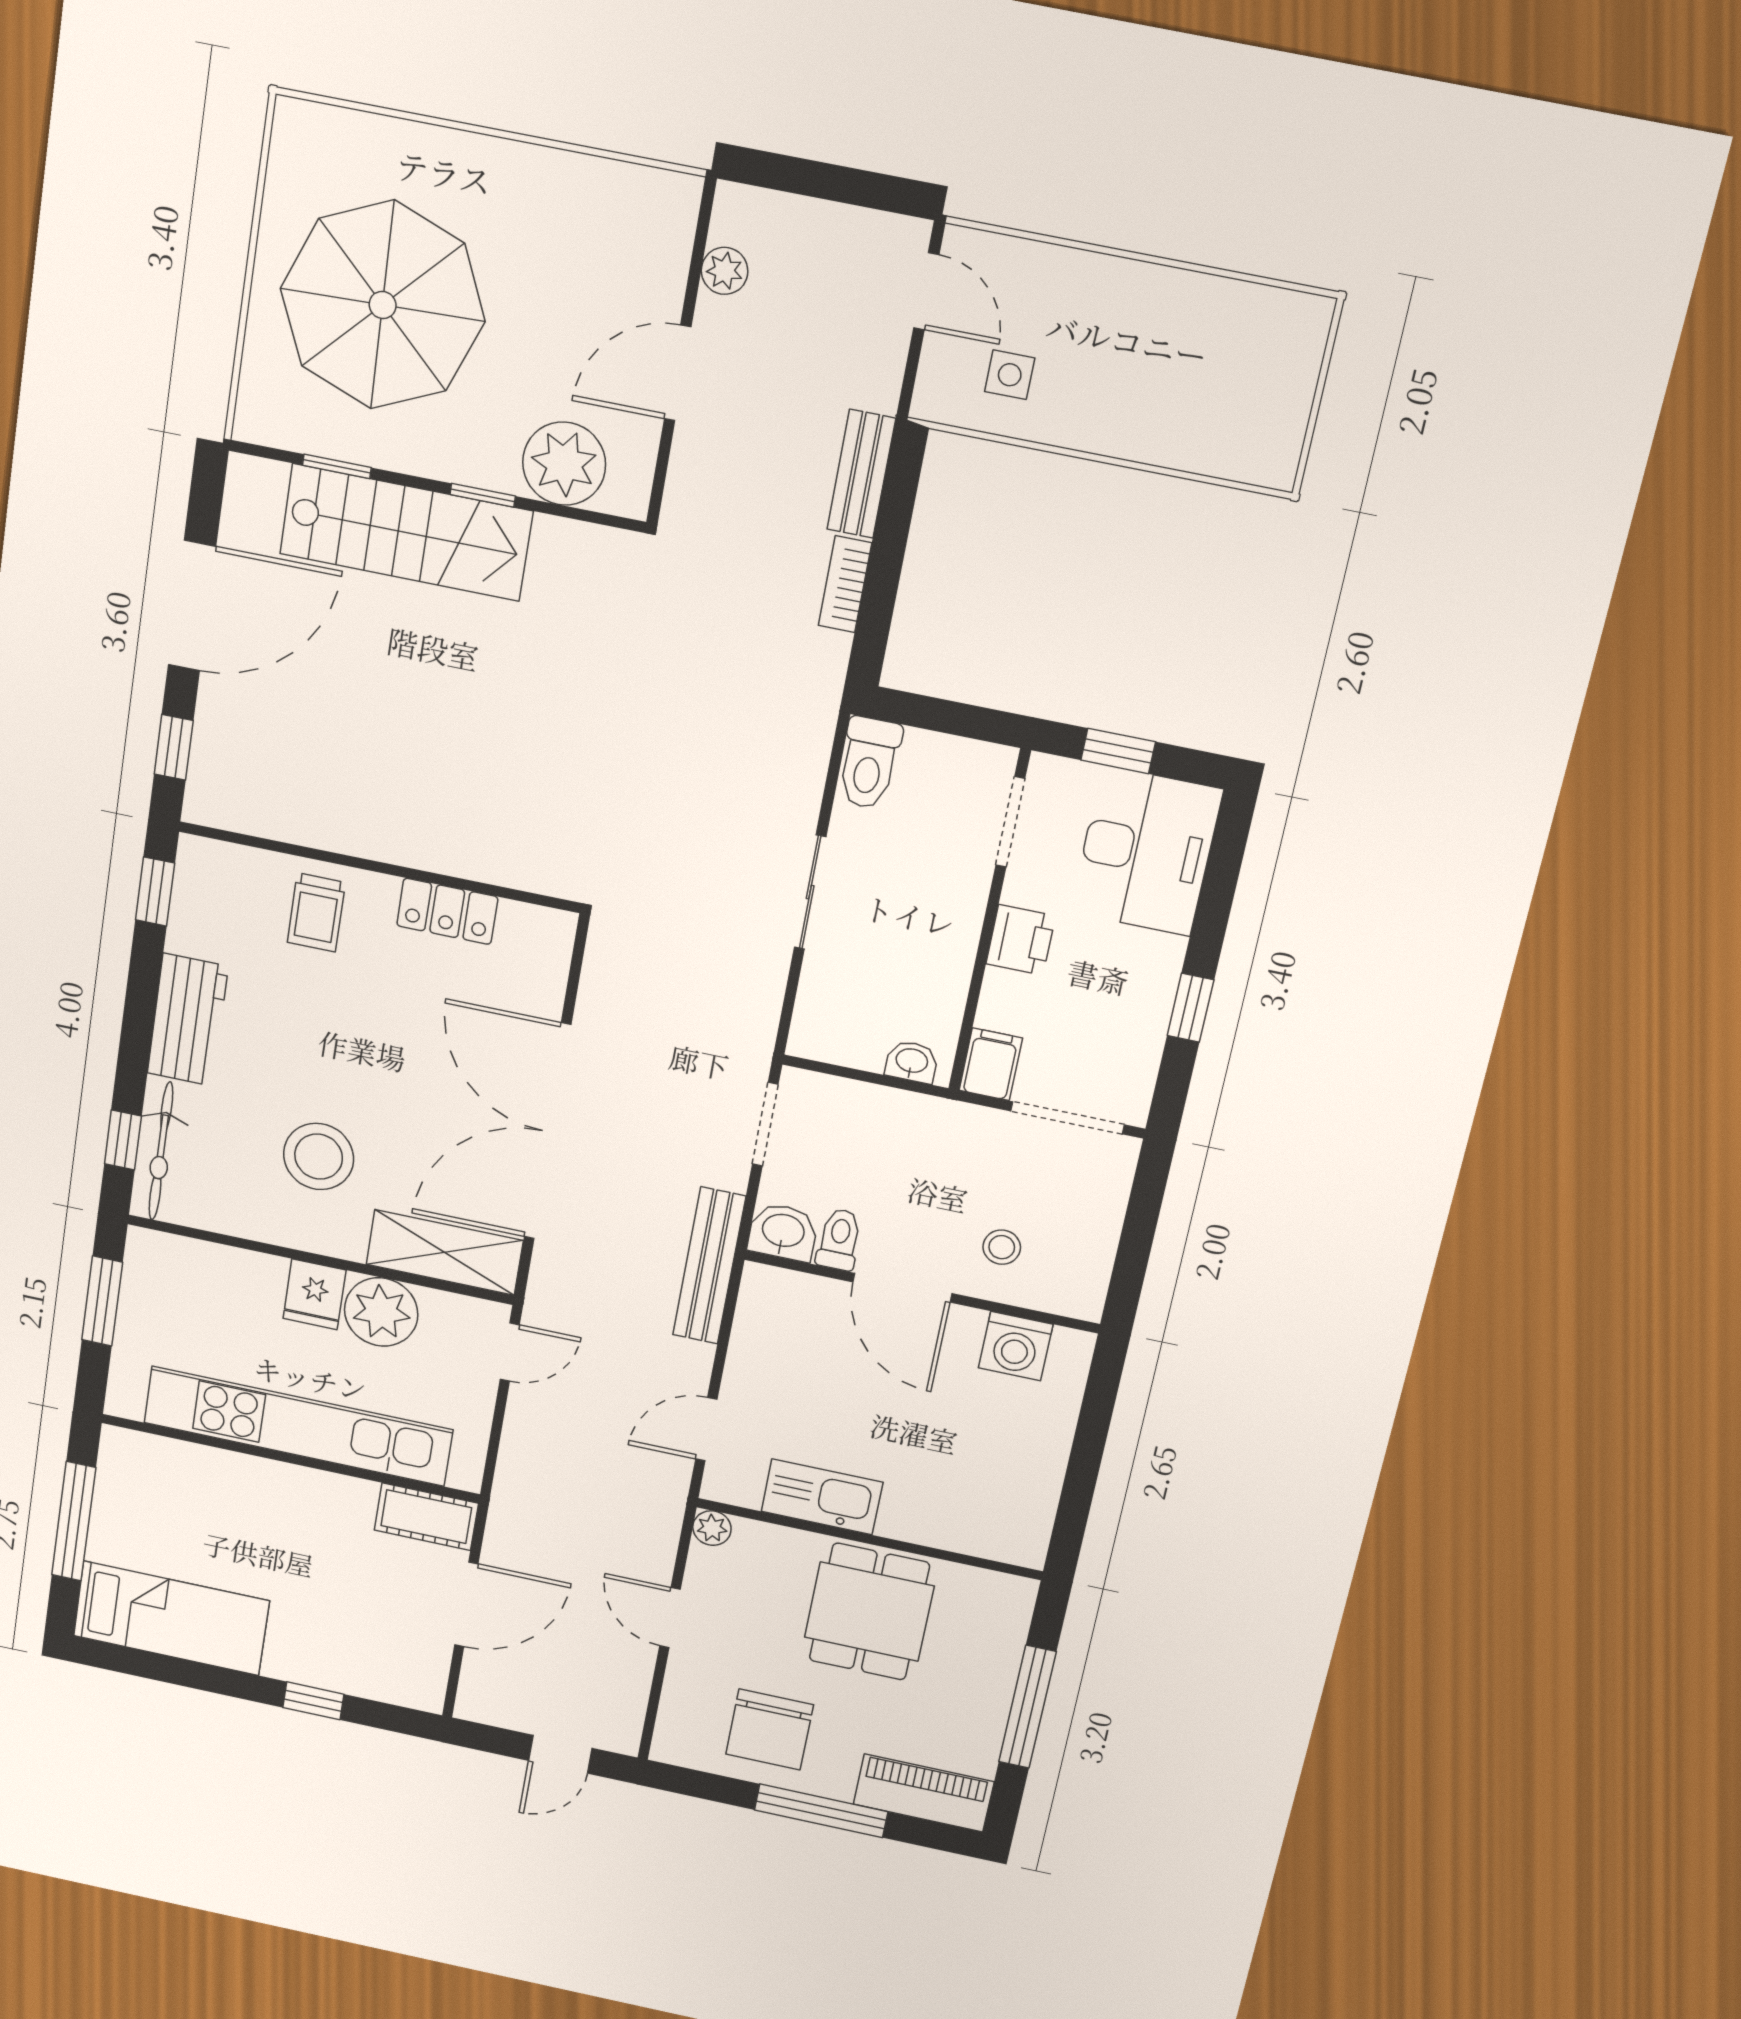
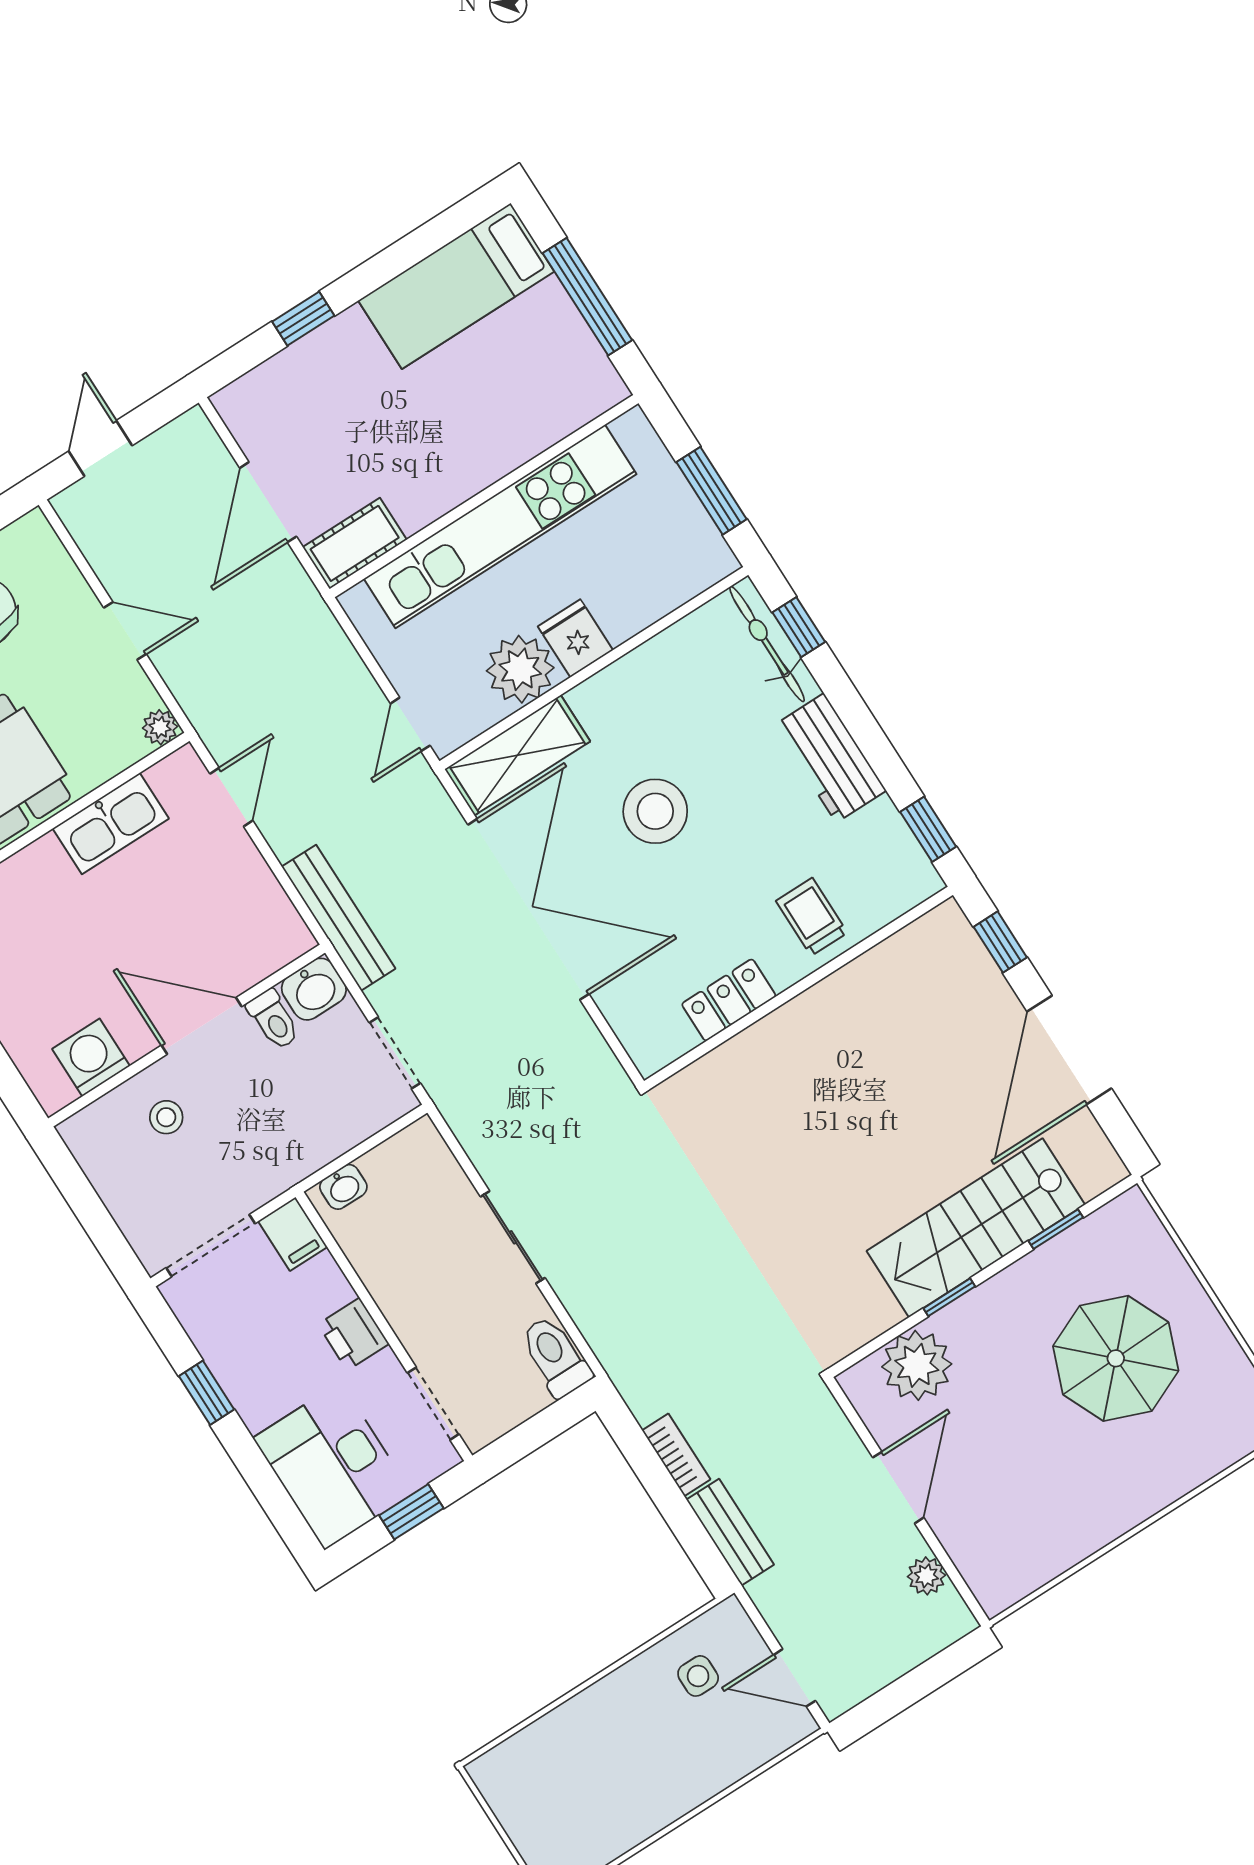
parasol: (383, 305) -> (1116, 1358), width x0.73, depth x0.73
stool: (319, 1157) -> (655, 811), moved

